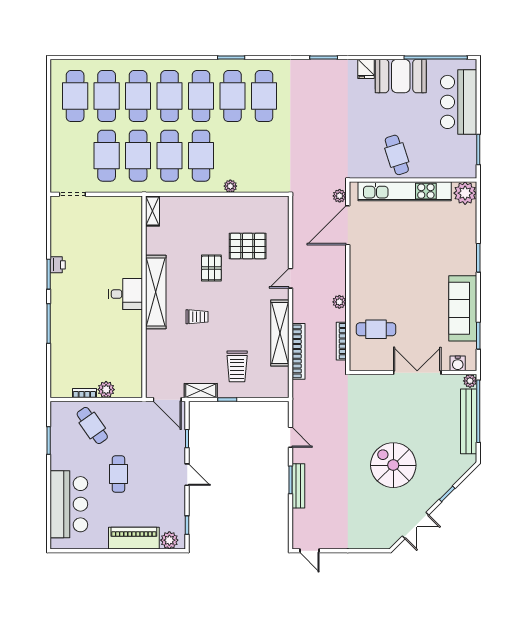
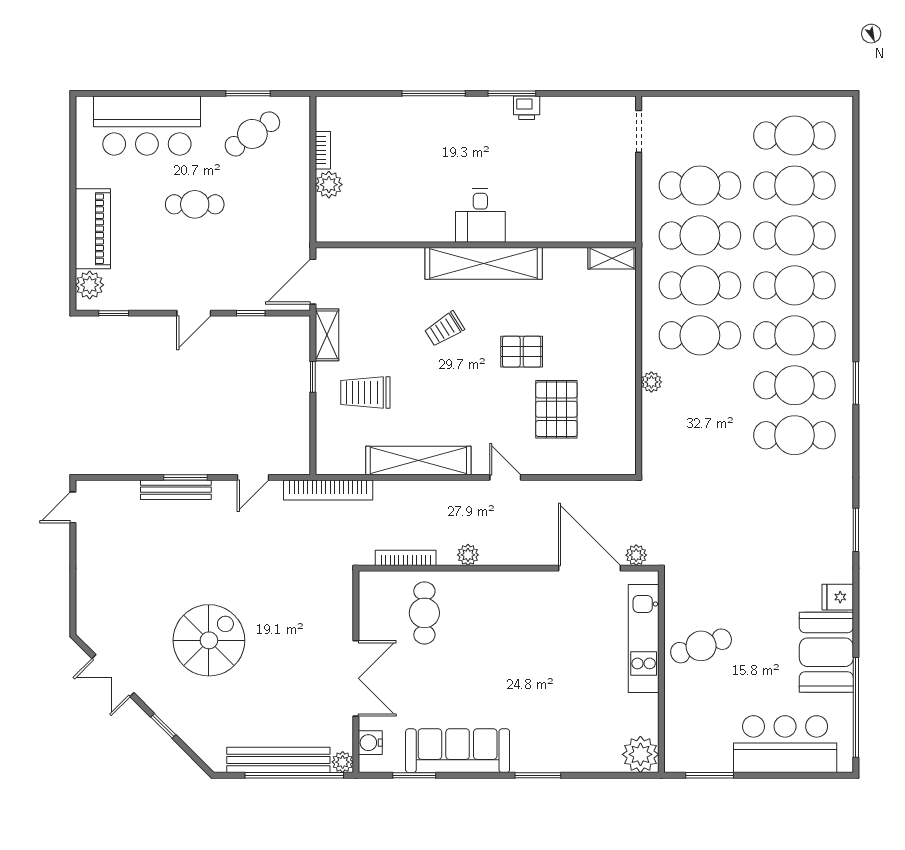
kitchen unit: (405, 191) -> (644, 639), width x0.73
trolley: (197, 317) -> (444, 329), turned 58
bookcase: (298, 351) -> (328, 490), moved
cafe table: (92, 425) -> (252, 134), moved

